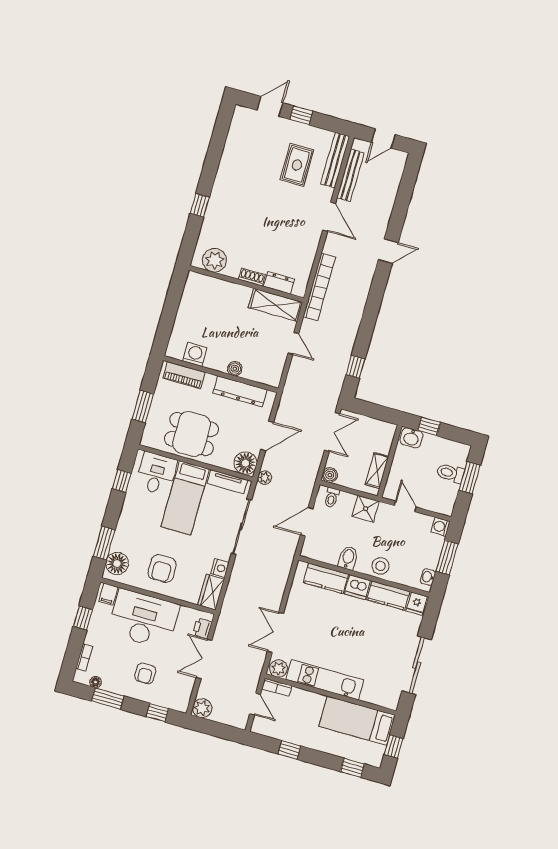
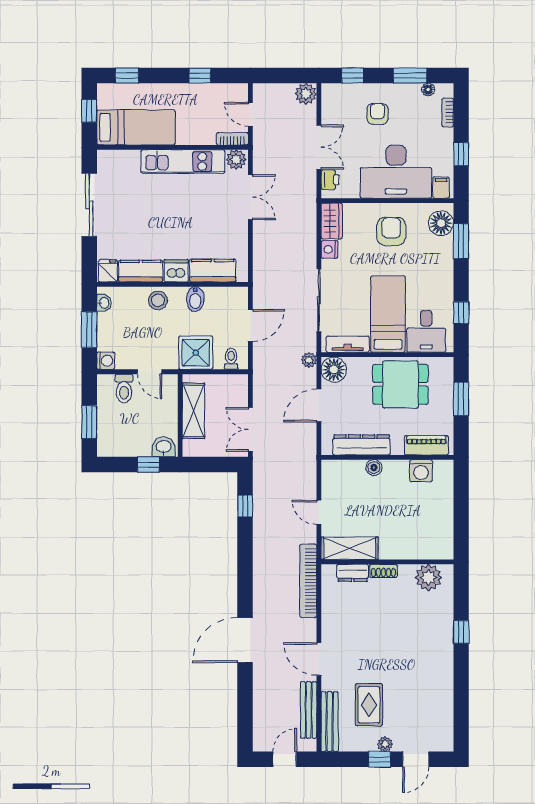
plant: (293, 127) -> (385, 744), added
door: (388, 251) -> (245, 640), width x1.87
shelving: (377, 471) -> (193, 411), width x1.50, depth x1.33
toilet: (450, 473) -> (124, 389), moved, turned 90
boiler: (330, 475) -> (240, 382), removed
shower: (366, 509) -> (196, 353), width x1.36, depth x1.36

